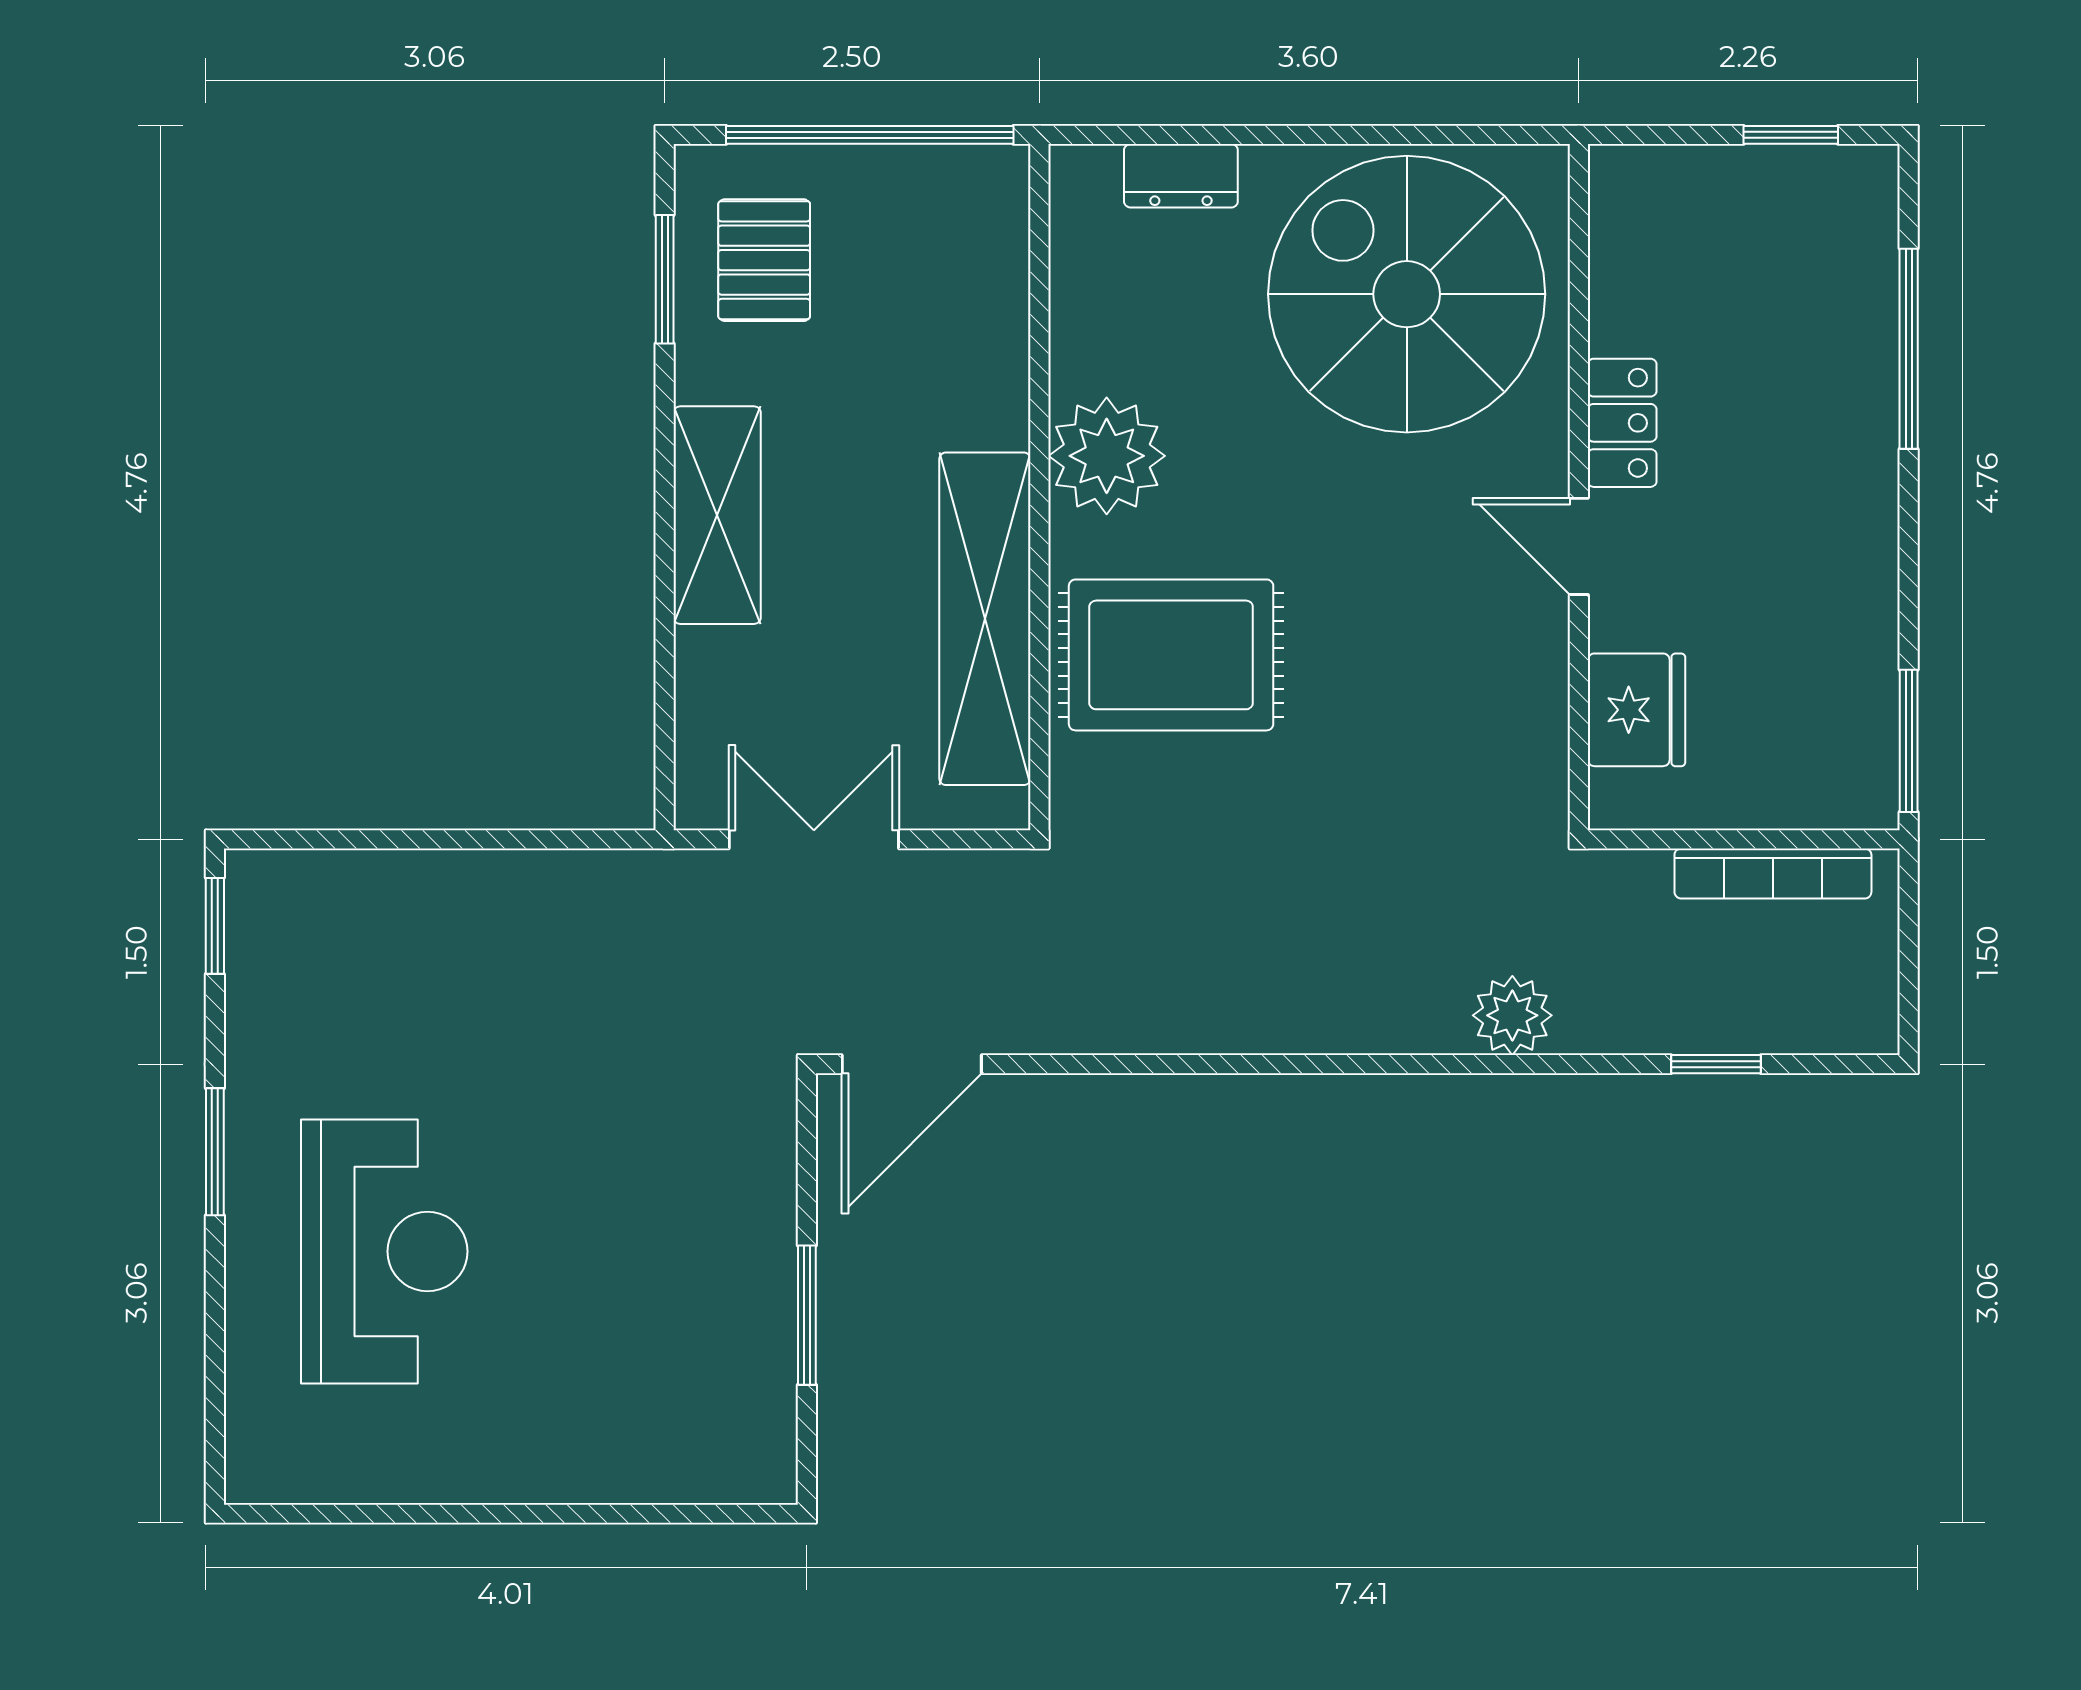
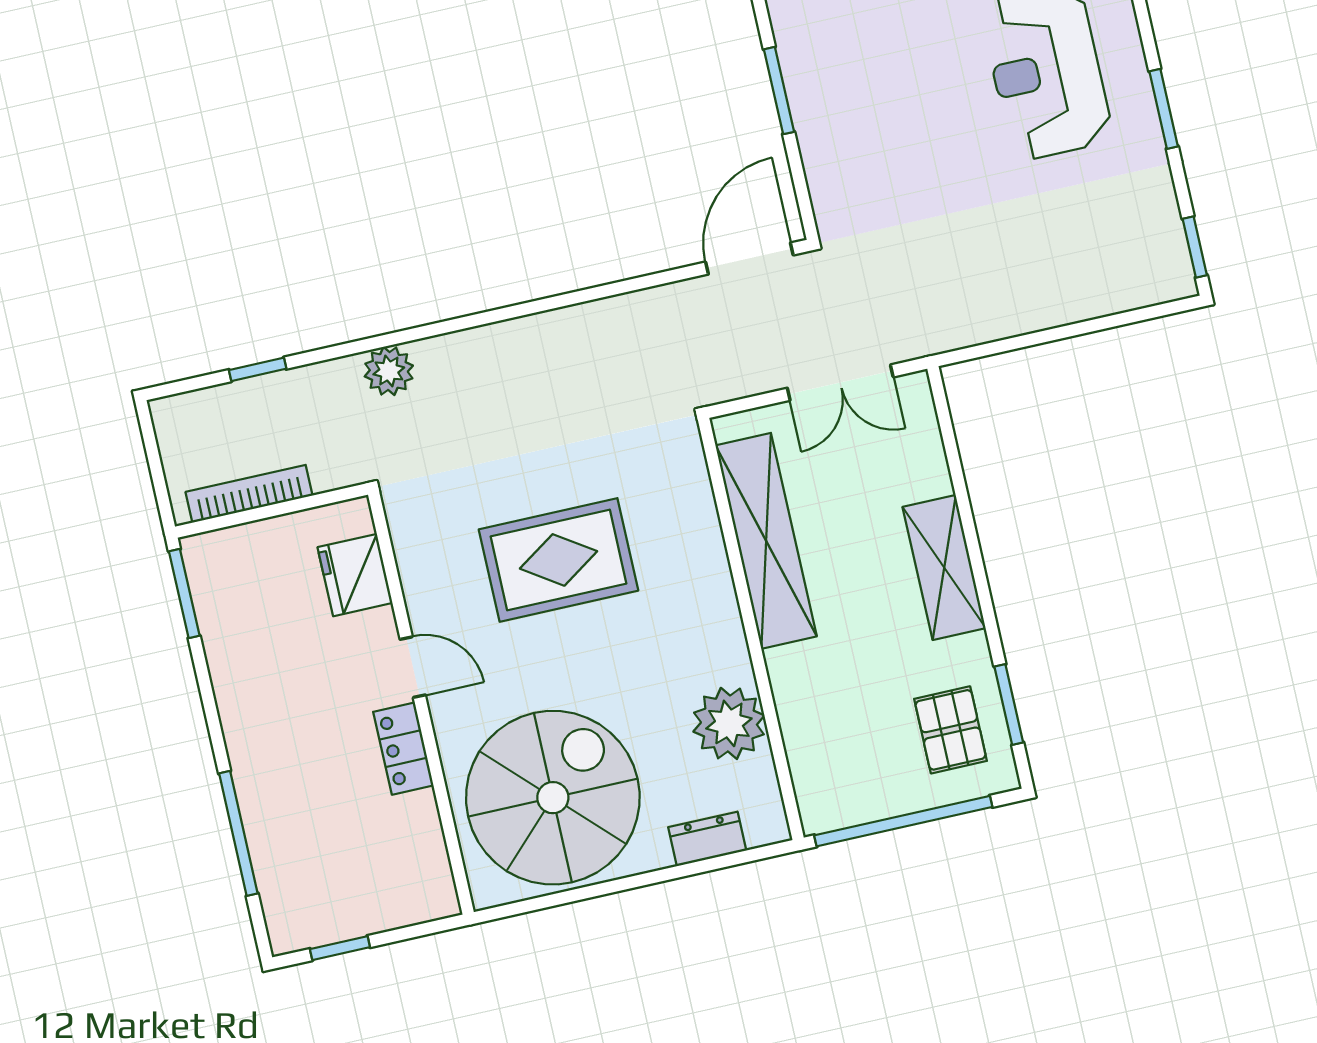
spiral stairs: (1407, 294) -> (553, 798), turned -90
plant: (1107, 456) -> (729, 723), moved
rug: (1171, 655) -> (558, 560), moved

